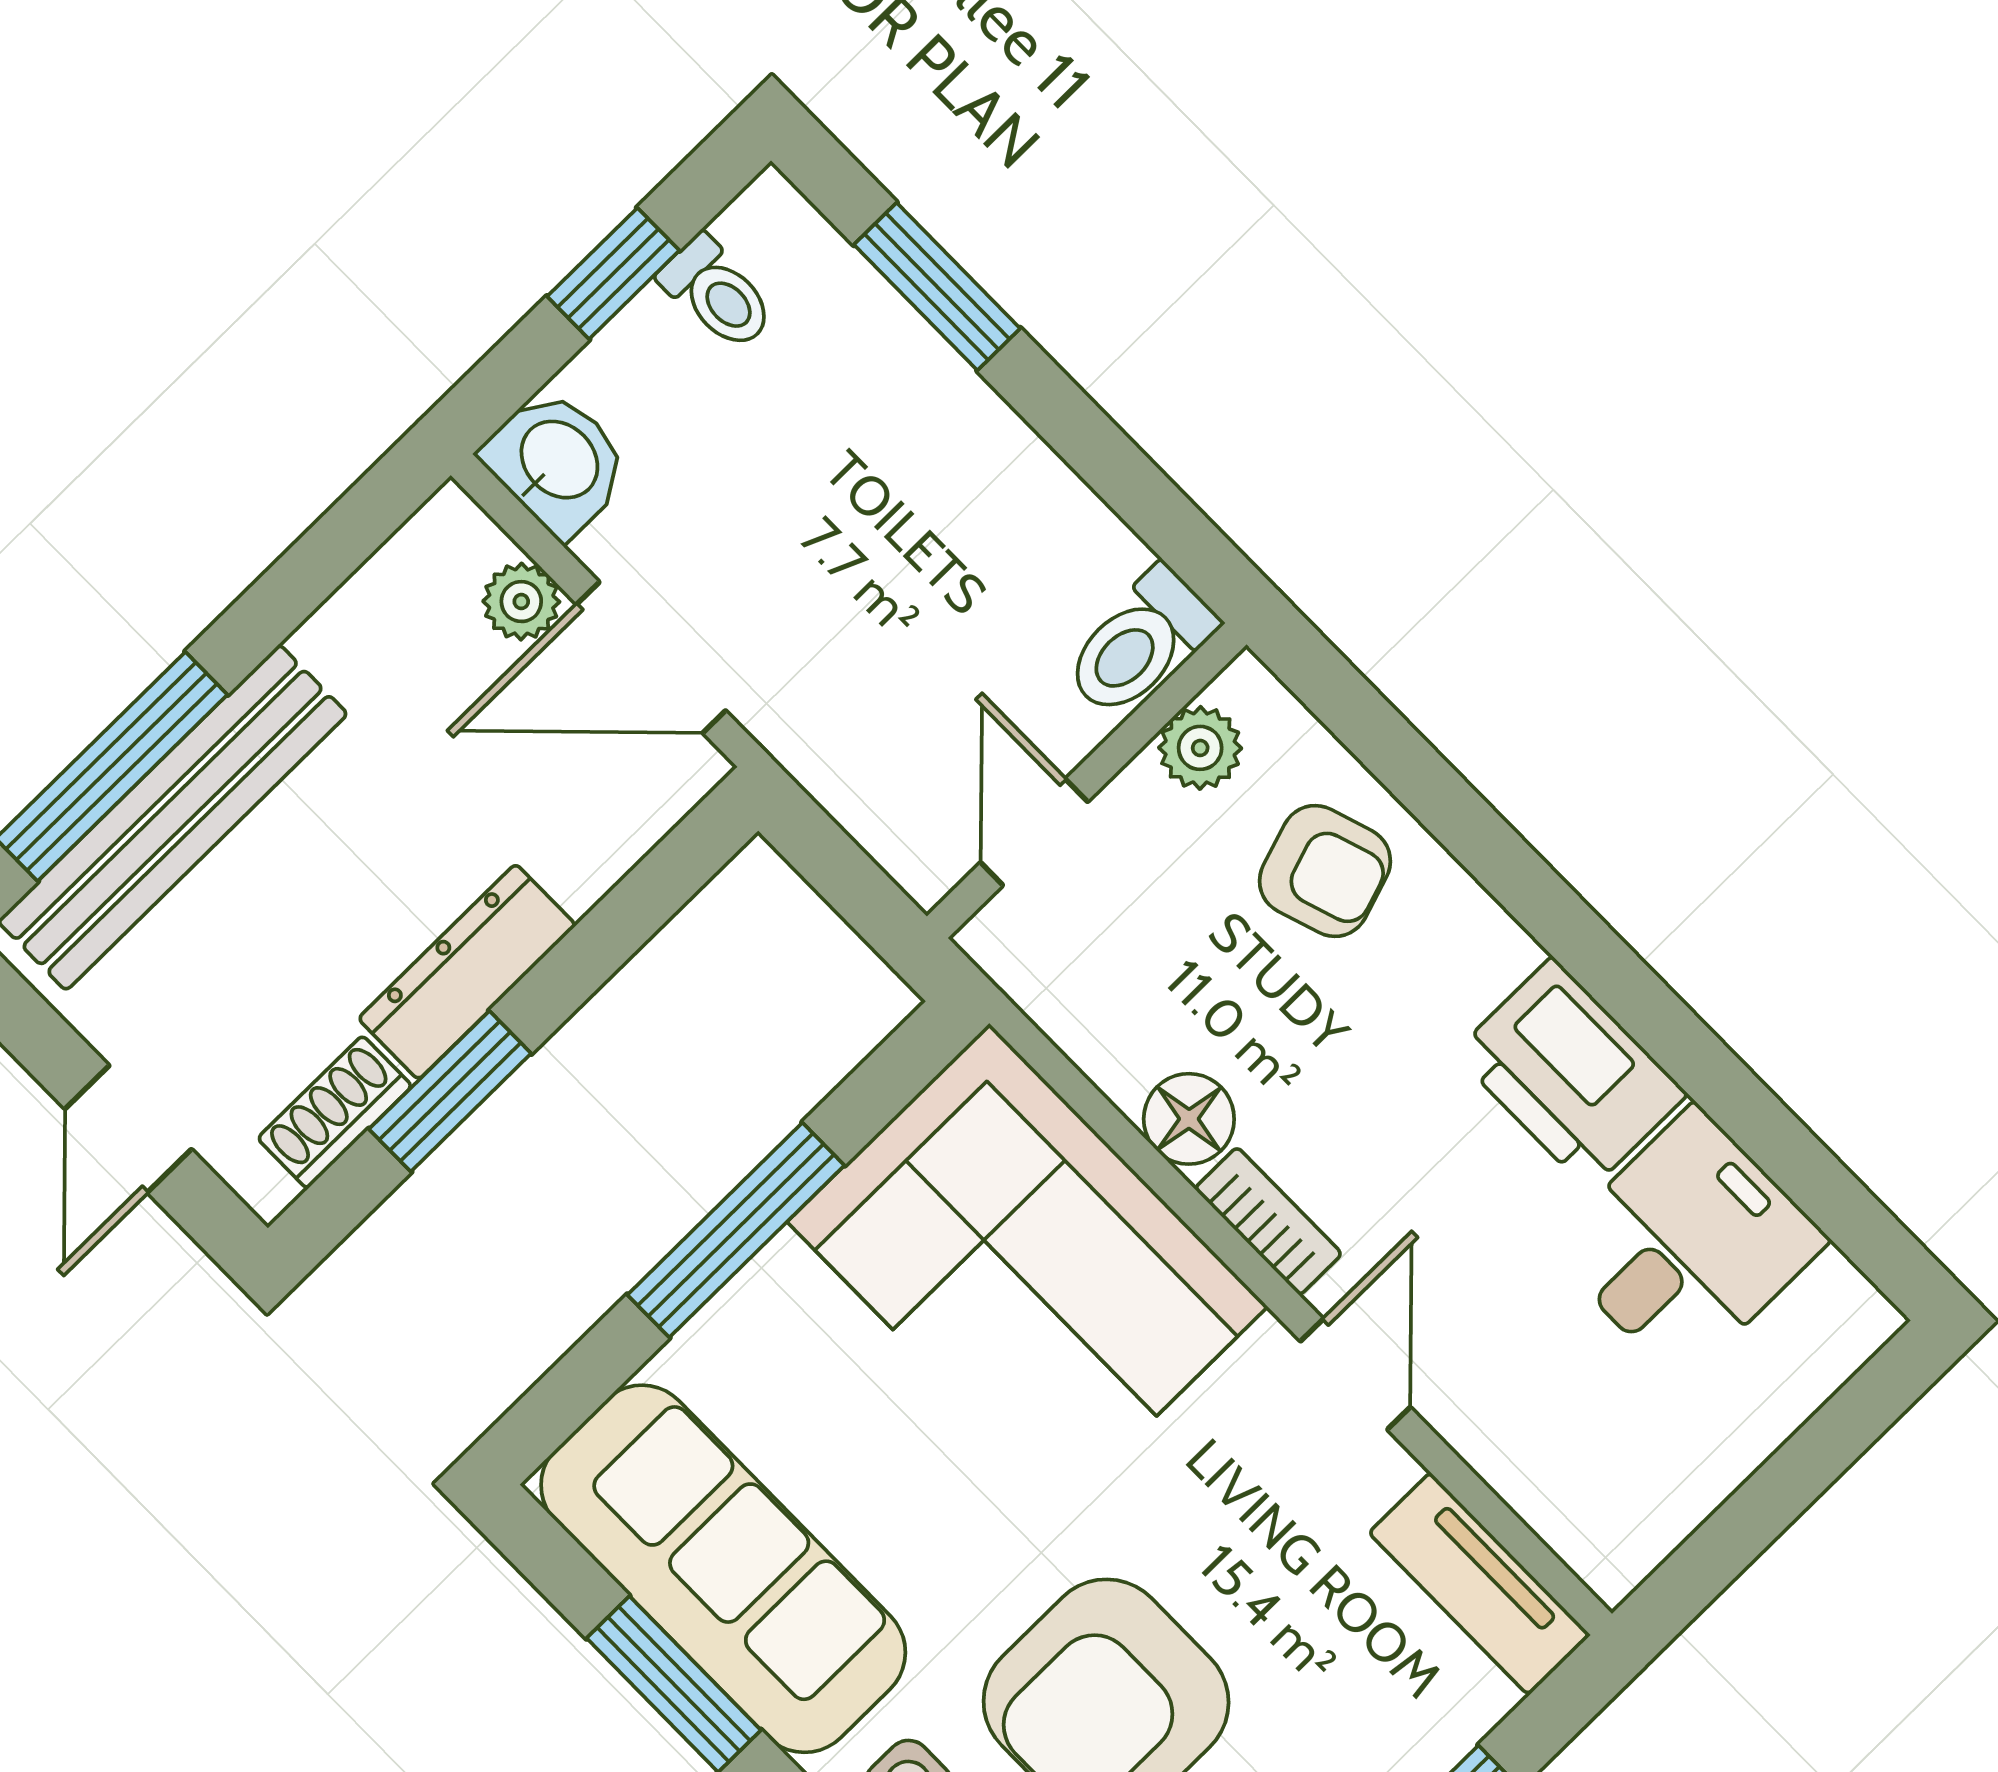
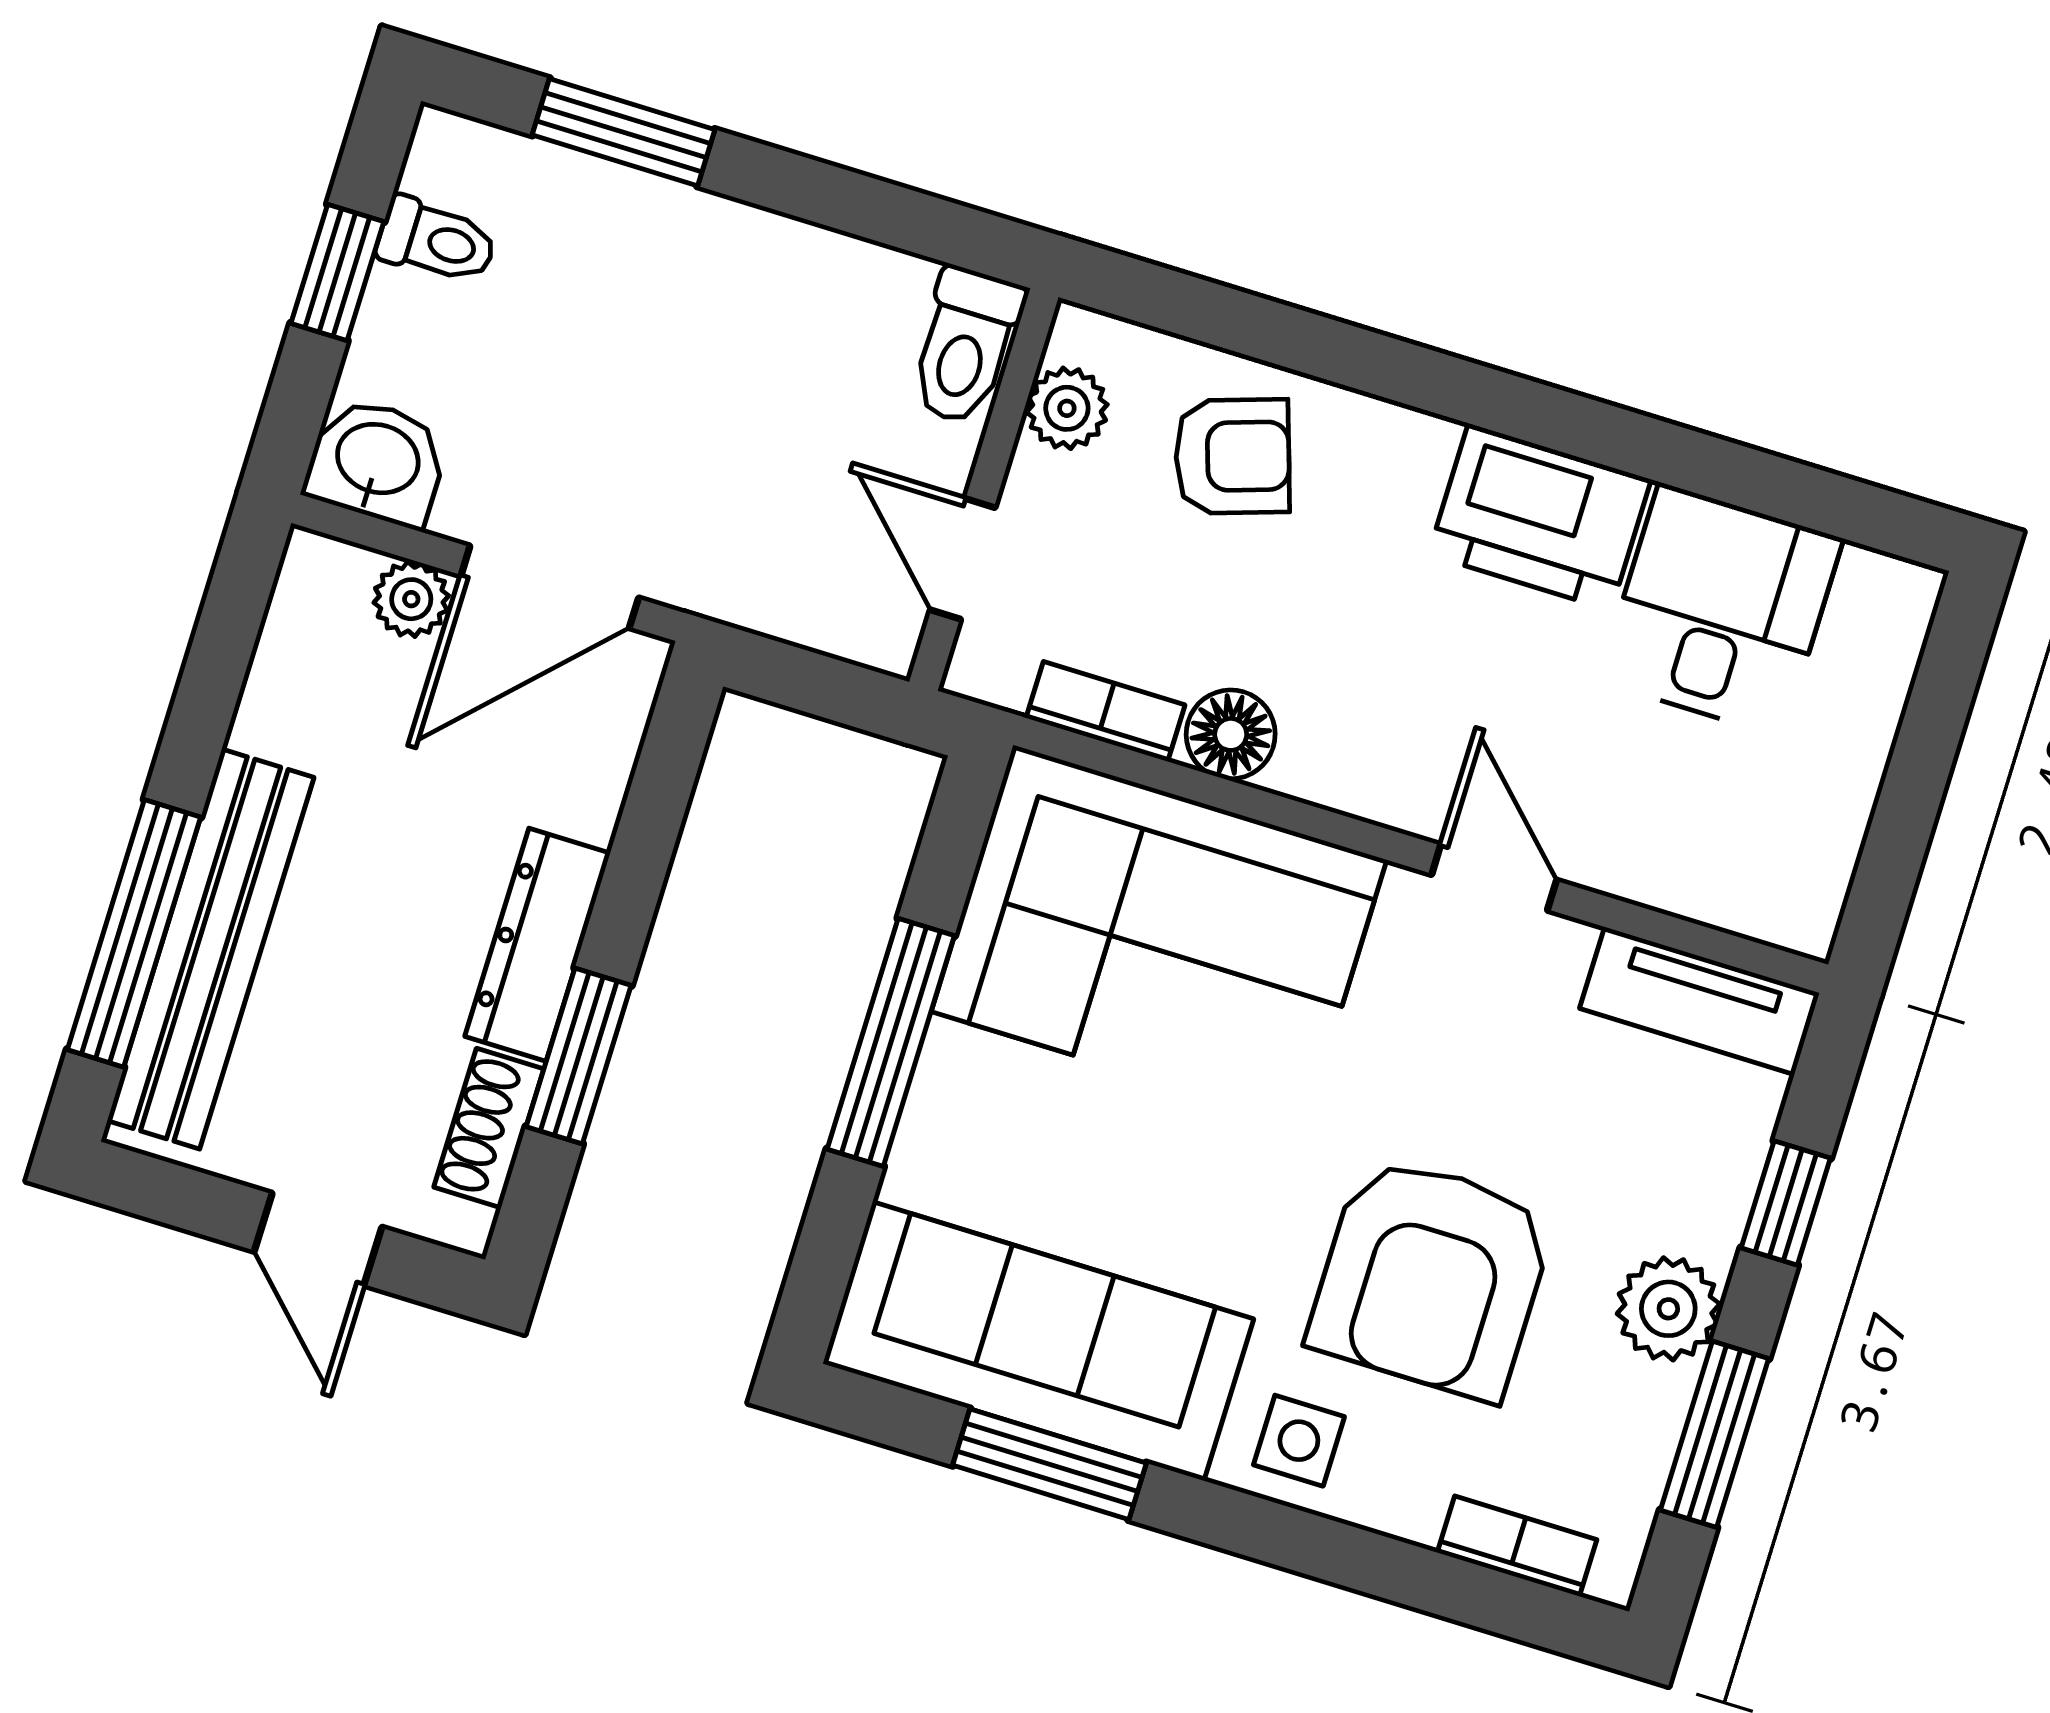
bookcase: (1268, 1221) -> (1105, 711), moved

